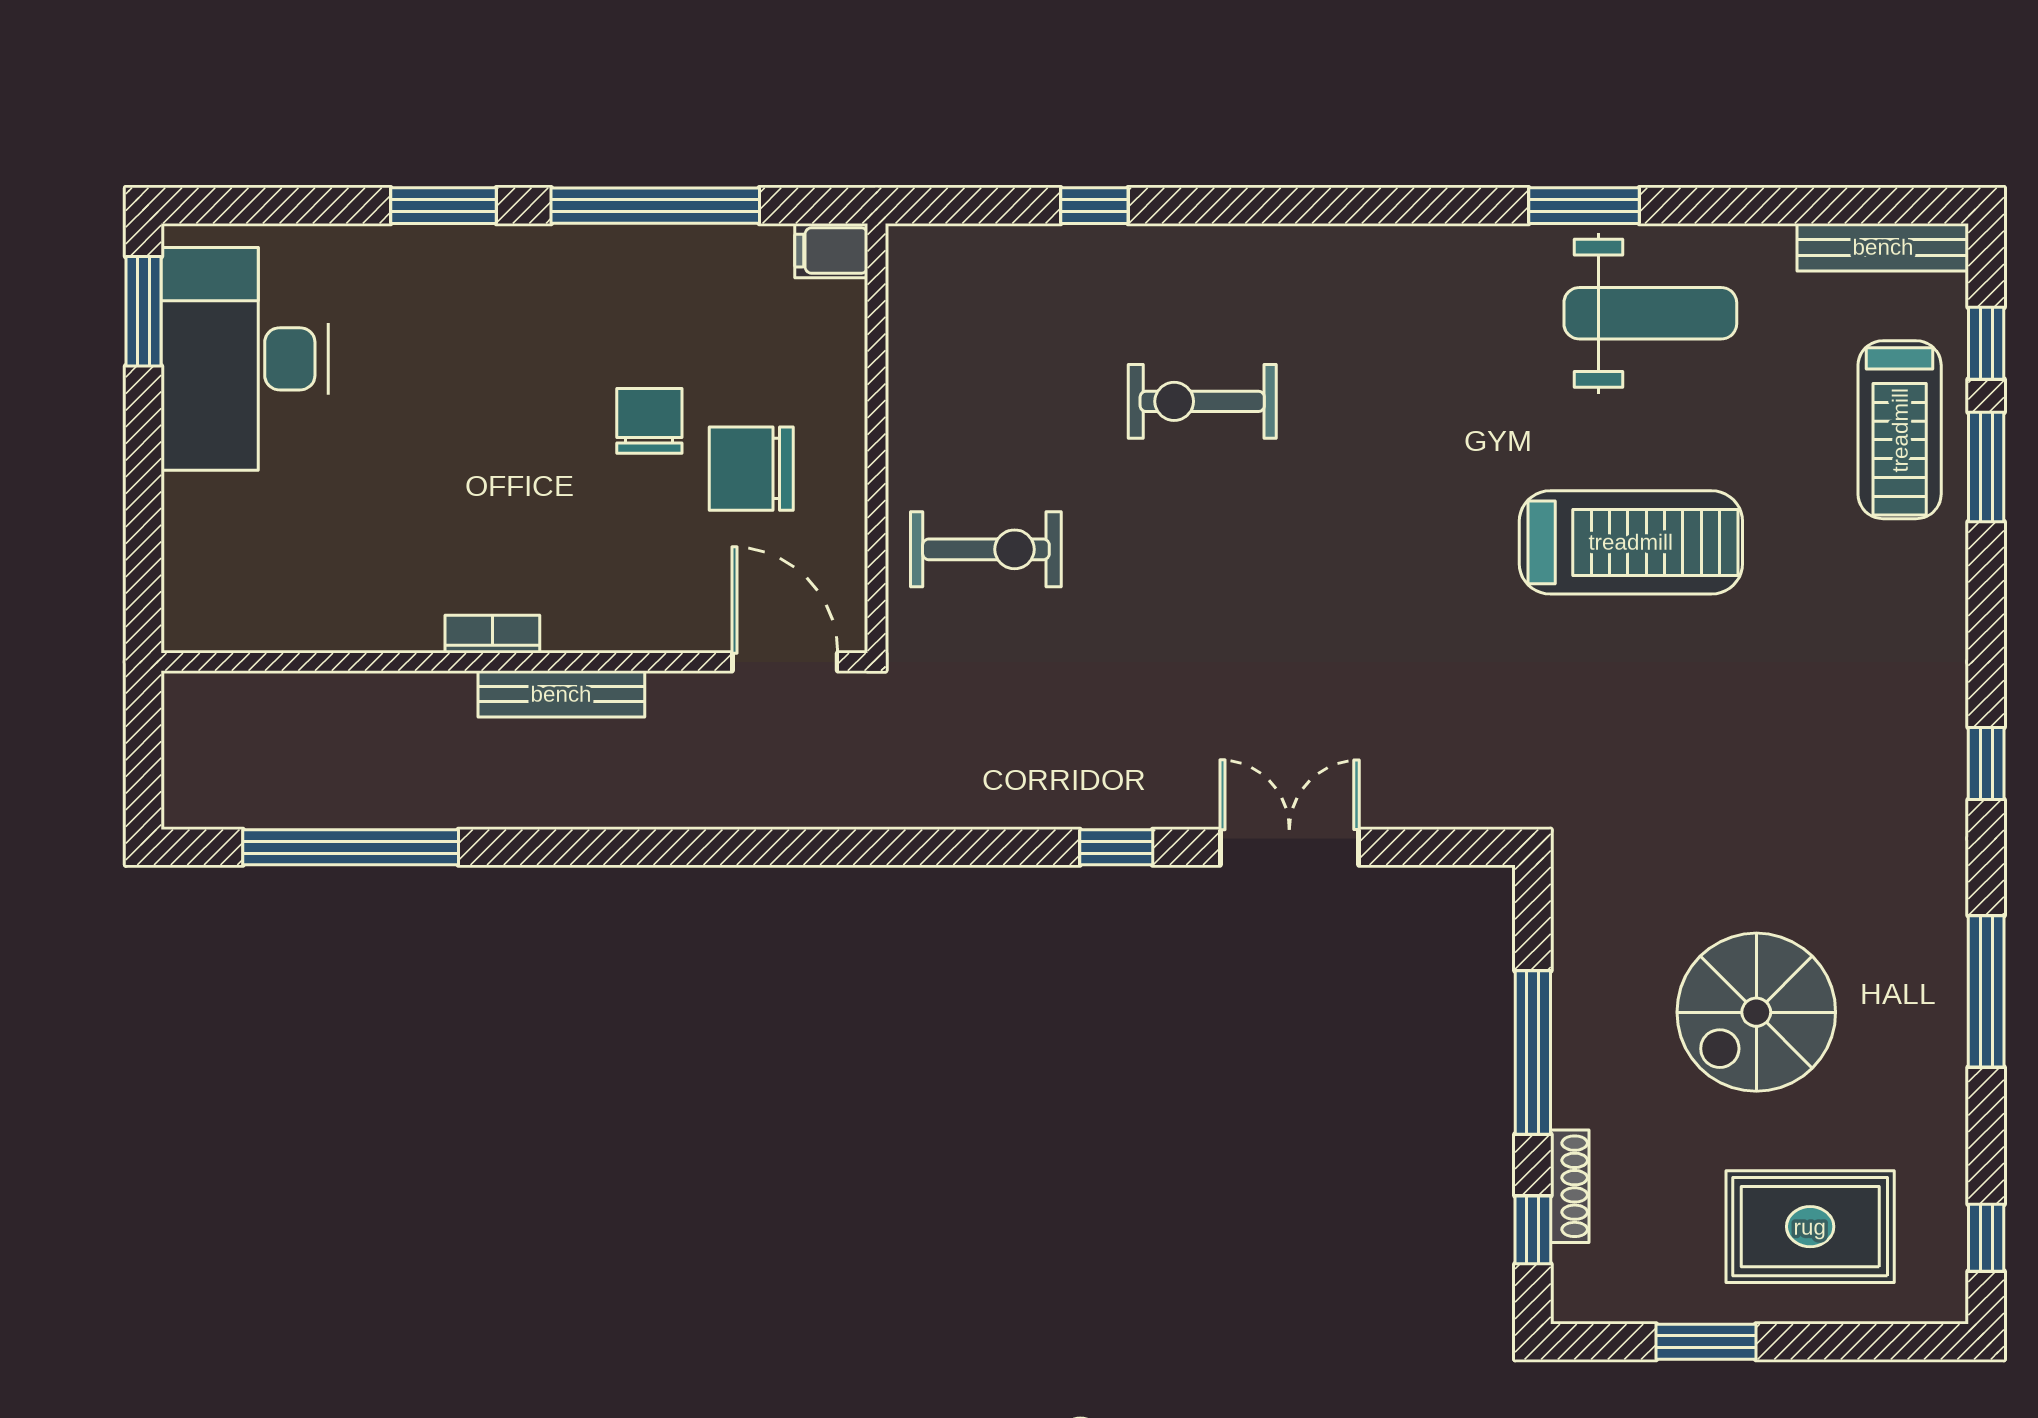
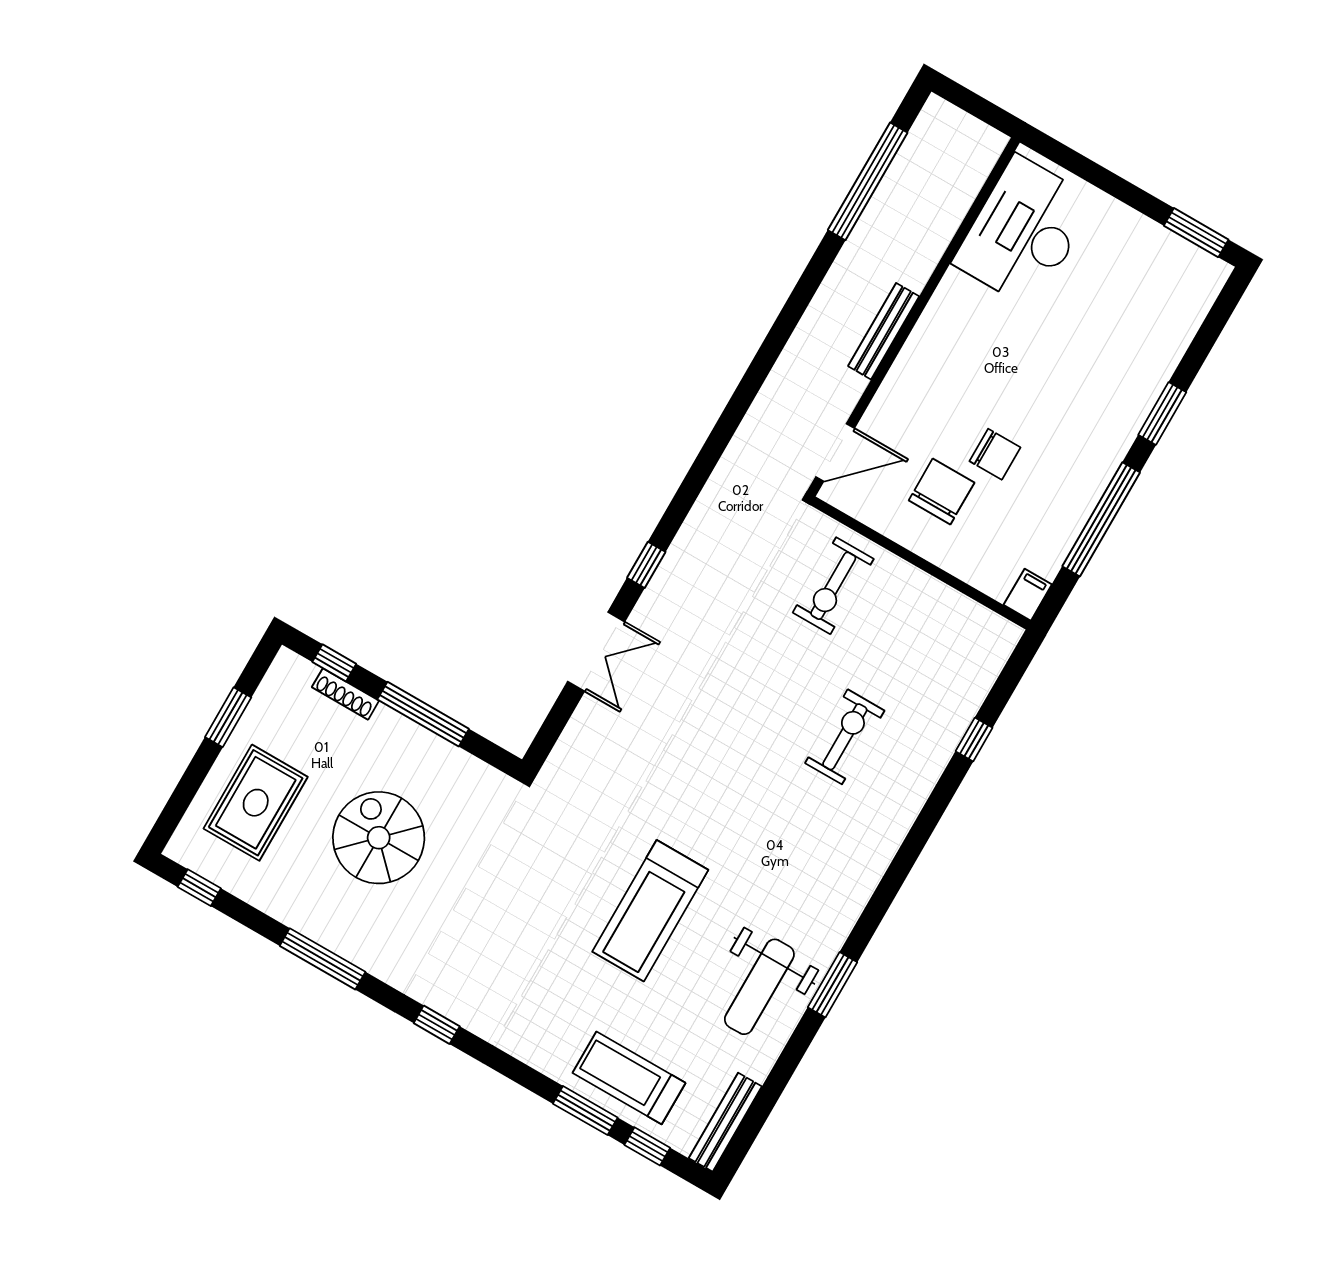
desk: (245, 359) -> (1024, 232), moved, turned -90
bookcase: (492, 634) -> (934, 314), removed

